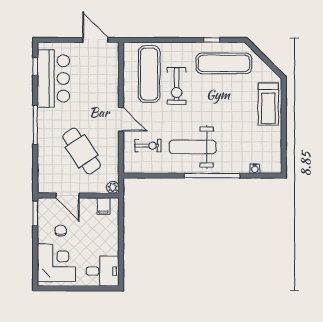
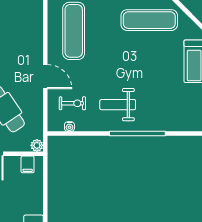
exercise bike: (177, 86) -> (101, 43), removed
weight bench: (193, 147) -> (118, 105), width x0.73, depth x0.75
water cooler: (255, 169) -> (69, 127), moved

